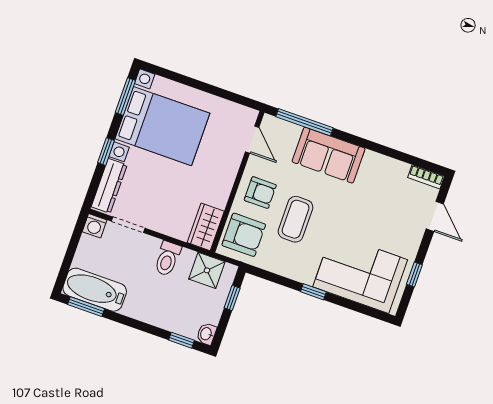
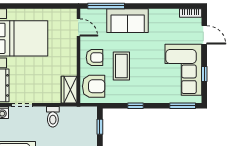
shower: (207, 270) -> (79, 115), removed
corner sofa: (360, 273) -> (183, 70), moved, turned -90
window: (313, 292) -> (135, 106), moved
window: (366, 310) -> (183, 106), added

